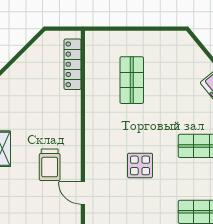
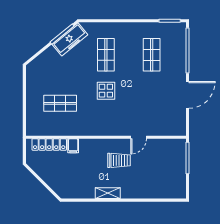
filing cabinet: (71, 99) -> (73, 146), added
display table: (140, 165) -> (106, 91), moved

